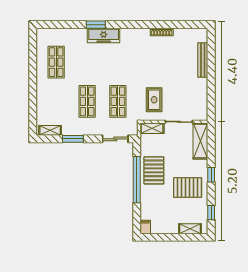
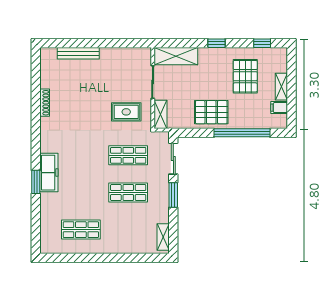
window: (73, 139) -> (173, 195), moved
window: (137, 180) -> (242, 133), moved
pallet: (188, 188) -> (245, 76), moved
filing cabinet: (145, 227) -> (279, 108), moved
shelving: (190, 229) -> (281, 87), moved

